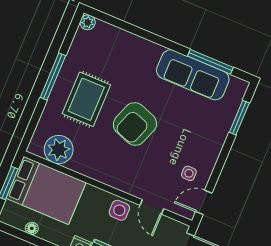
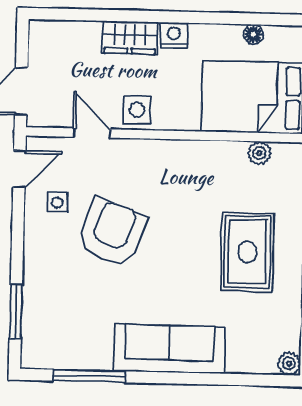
sofa: (193, 75) -> (170, 349), moved
armchair: (135, 124) -> (112, 233), moved
plant: (59, 150) -> (259, 153), width x0.53, depth x0.53

